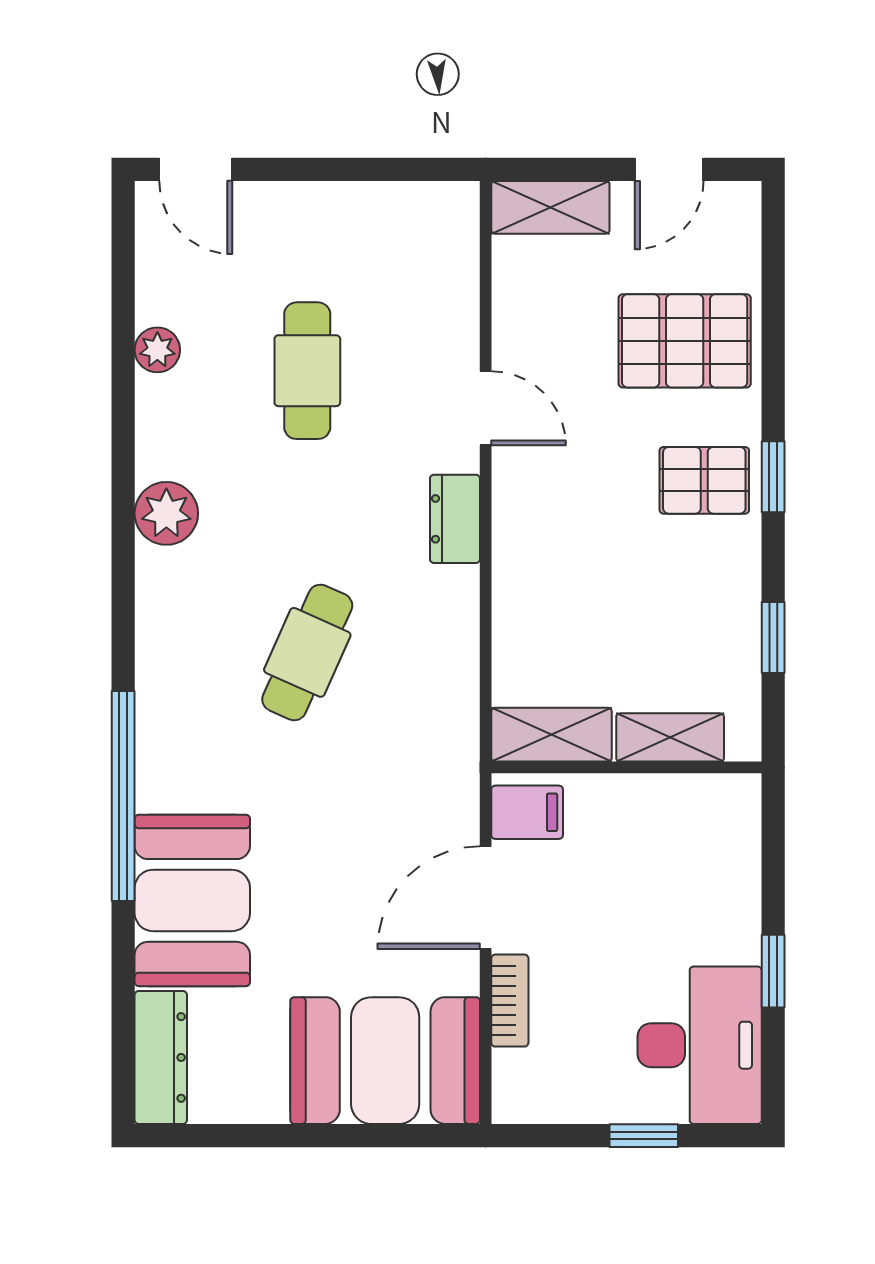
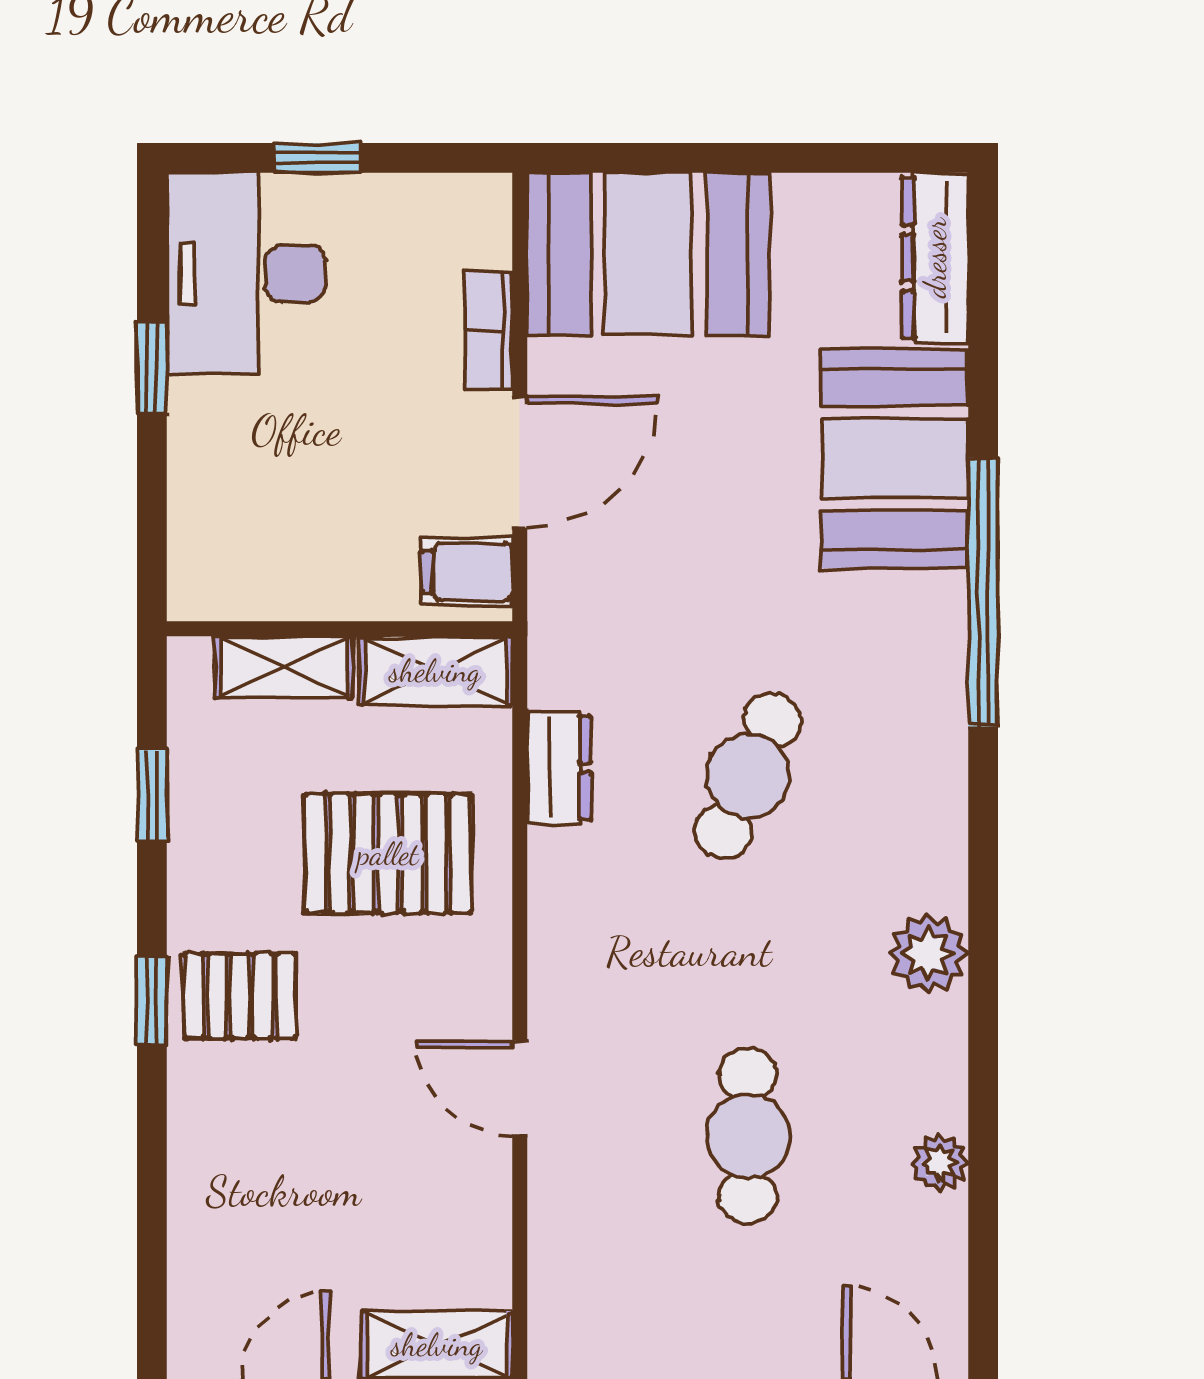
pallet: (685, 341) -> (388, 854), moved
dresser: (455, 519) -> (559, 768), moved

